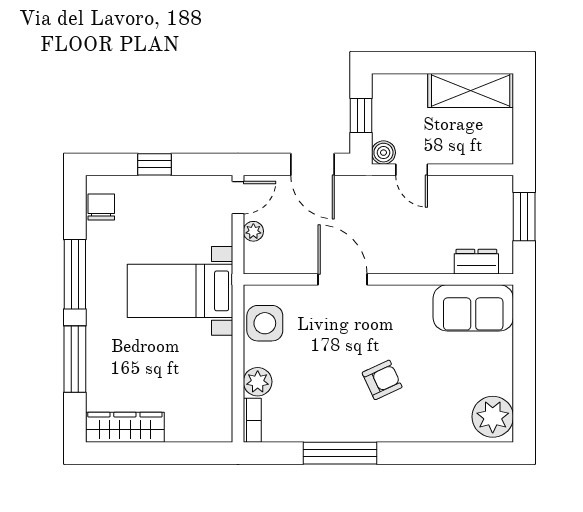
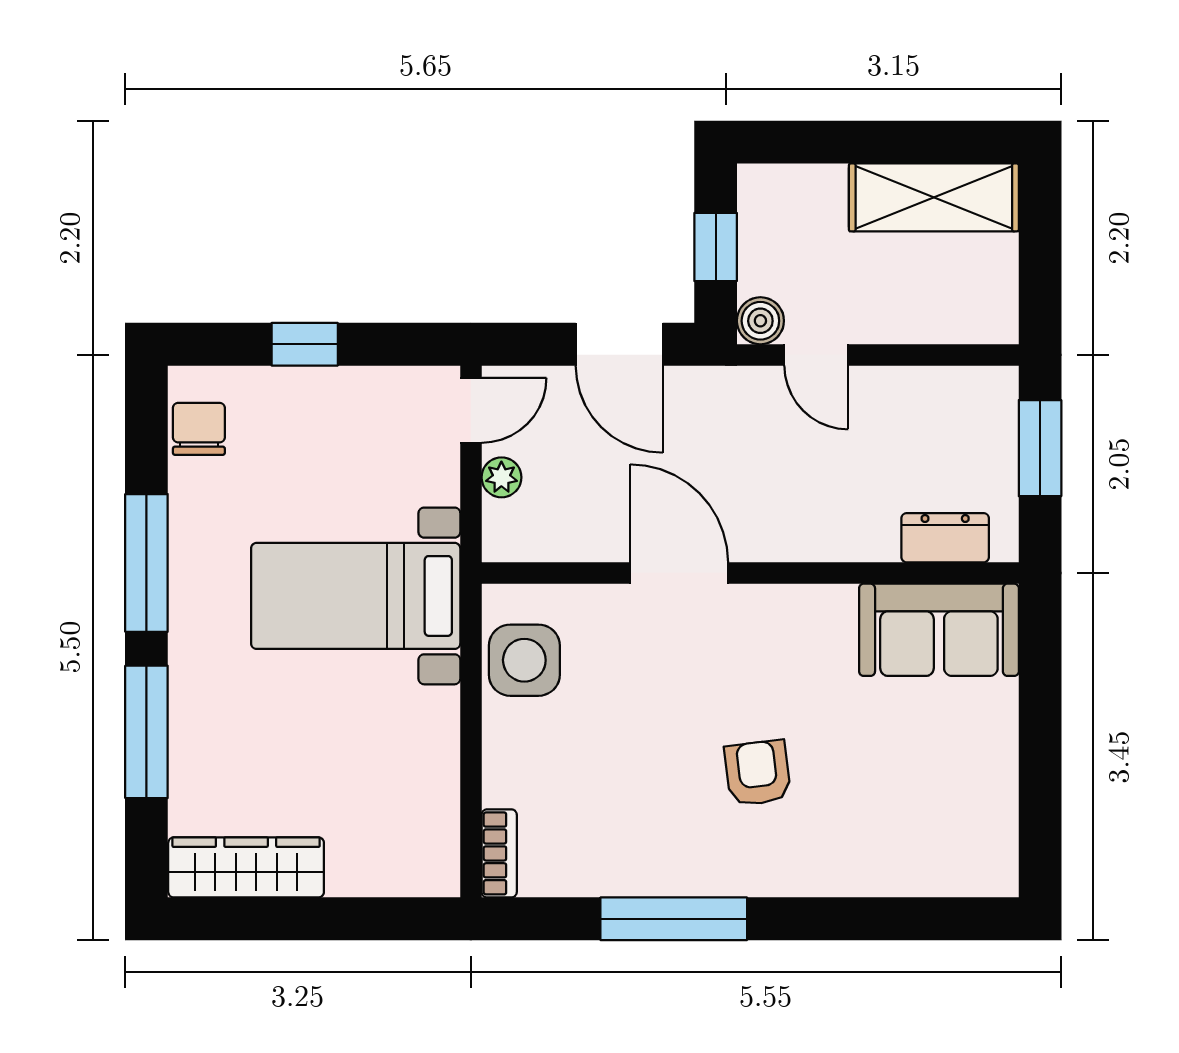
armchair: (382, 380) -> (758, 773), turned -72
plant: (258, 382) -> (510, 777), removed
plant: (493, 417) -> (978, 846), removed

